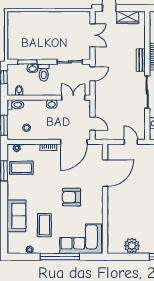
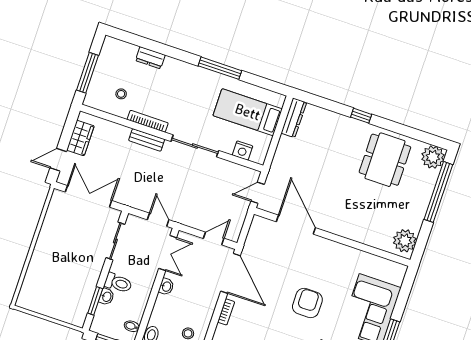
double door: (92, 35) -> (89, 196), width x1.37
door: (92, 74) -> (158, 220), moved
double door: (73, 98) -> (168, 253), swing flipped
door: (105, 173) -> (296, 225), moved
armchair: (71, 197) -> (307, 303), turned 180
wall: (105, 199) -> (332, 237), moved

